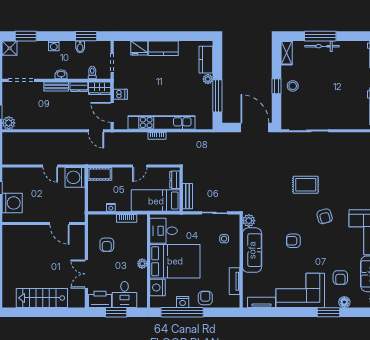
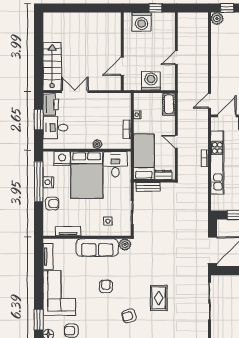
washing machine: (75, 177) -> (151, 81), moved
armchair: (107, 245) -> (102, 111), removed
plant: (142, 264) -> (97, 144), moved
stairs: (42, 298) -> (52, 66), moved

